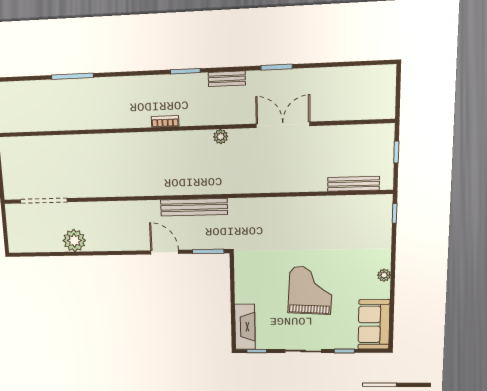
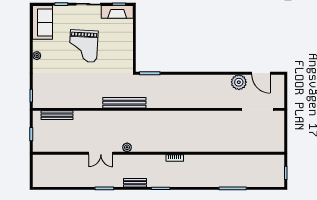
double door: (283, 125) -> (101, 153), width x0.73
plant: (221, 137) -> (127, 147), moved
bench: (194, 207) -> (124, 103), moved
door: (165, 252) -> (261, 73), moved
fireplace: (245, 327) -> (117, 12), moved, turned -90

